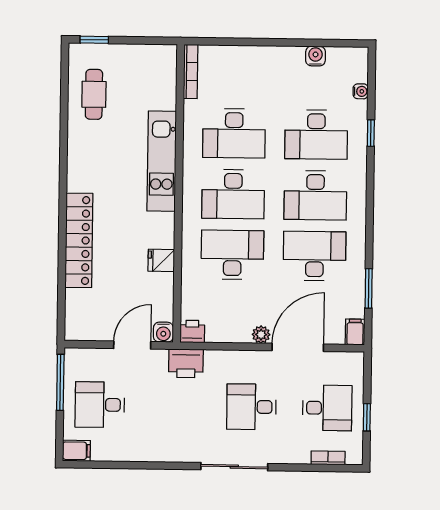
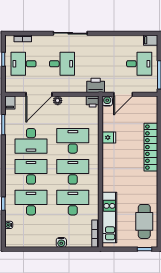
water cooler: (316, 56) -> (61, 242), moved
cafe table: (94, 94) -> (144, 221), width x1.37, depth x1.35
kitchen unit: (162, 161) -> (109, 218), moved
desk: (232, 255) -> (73, 141), turned 180

